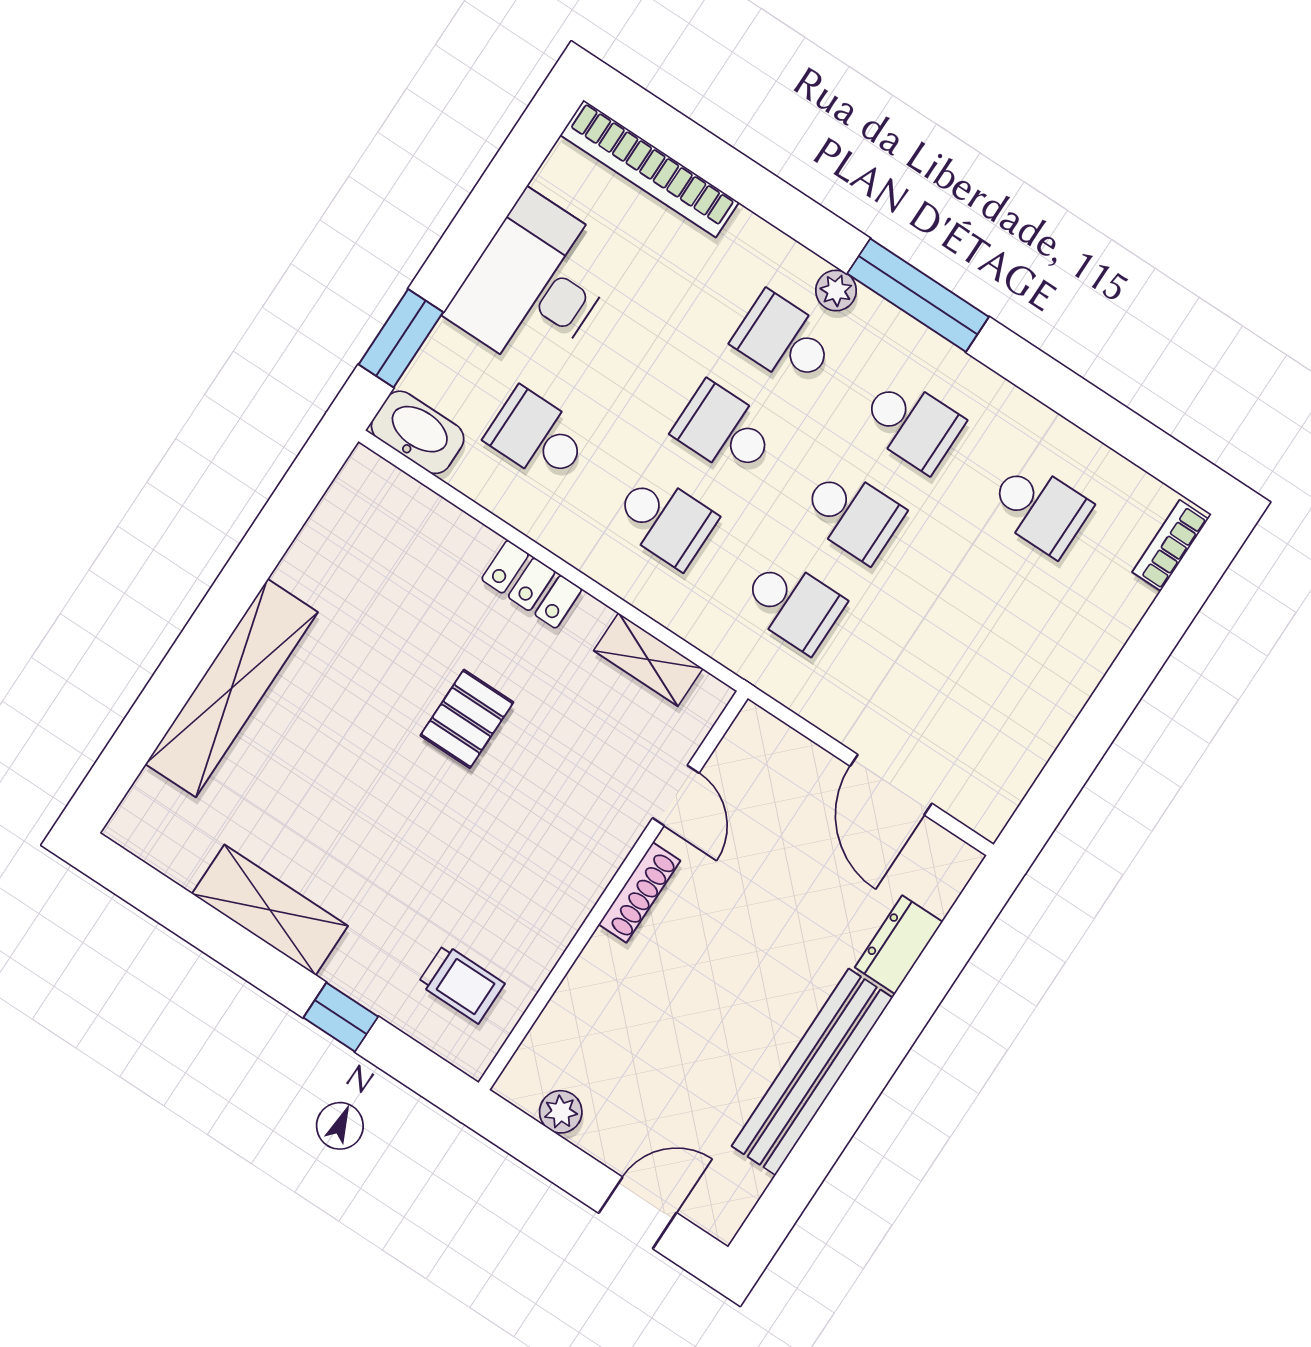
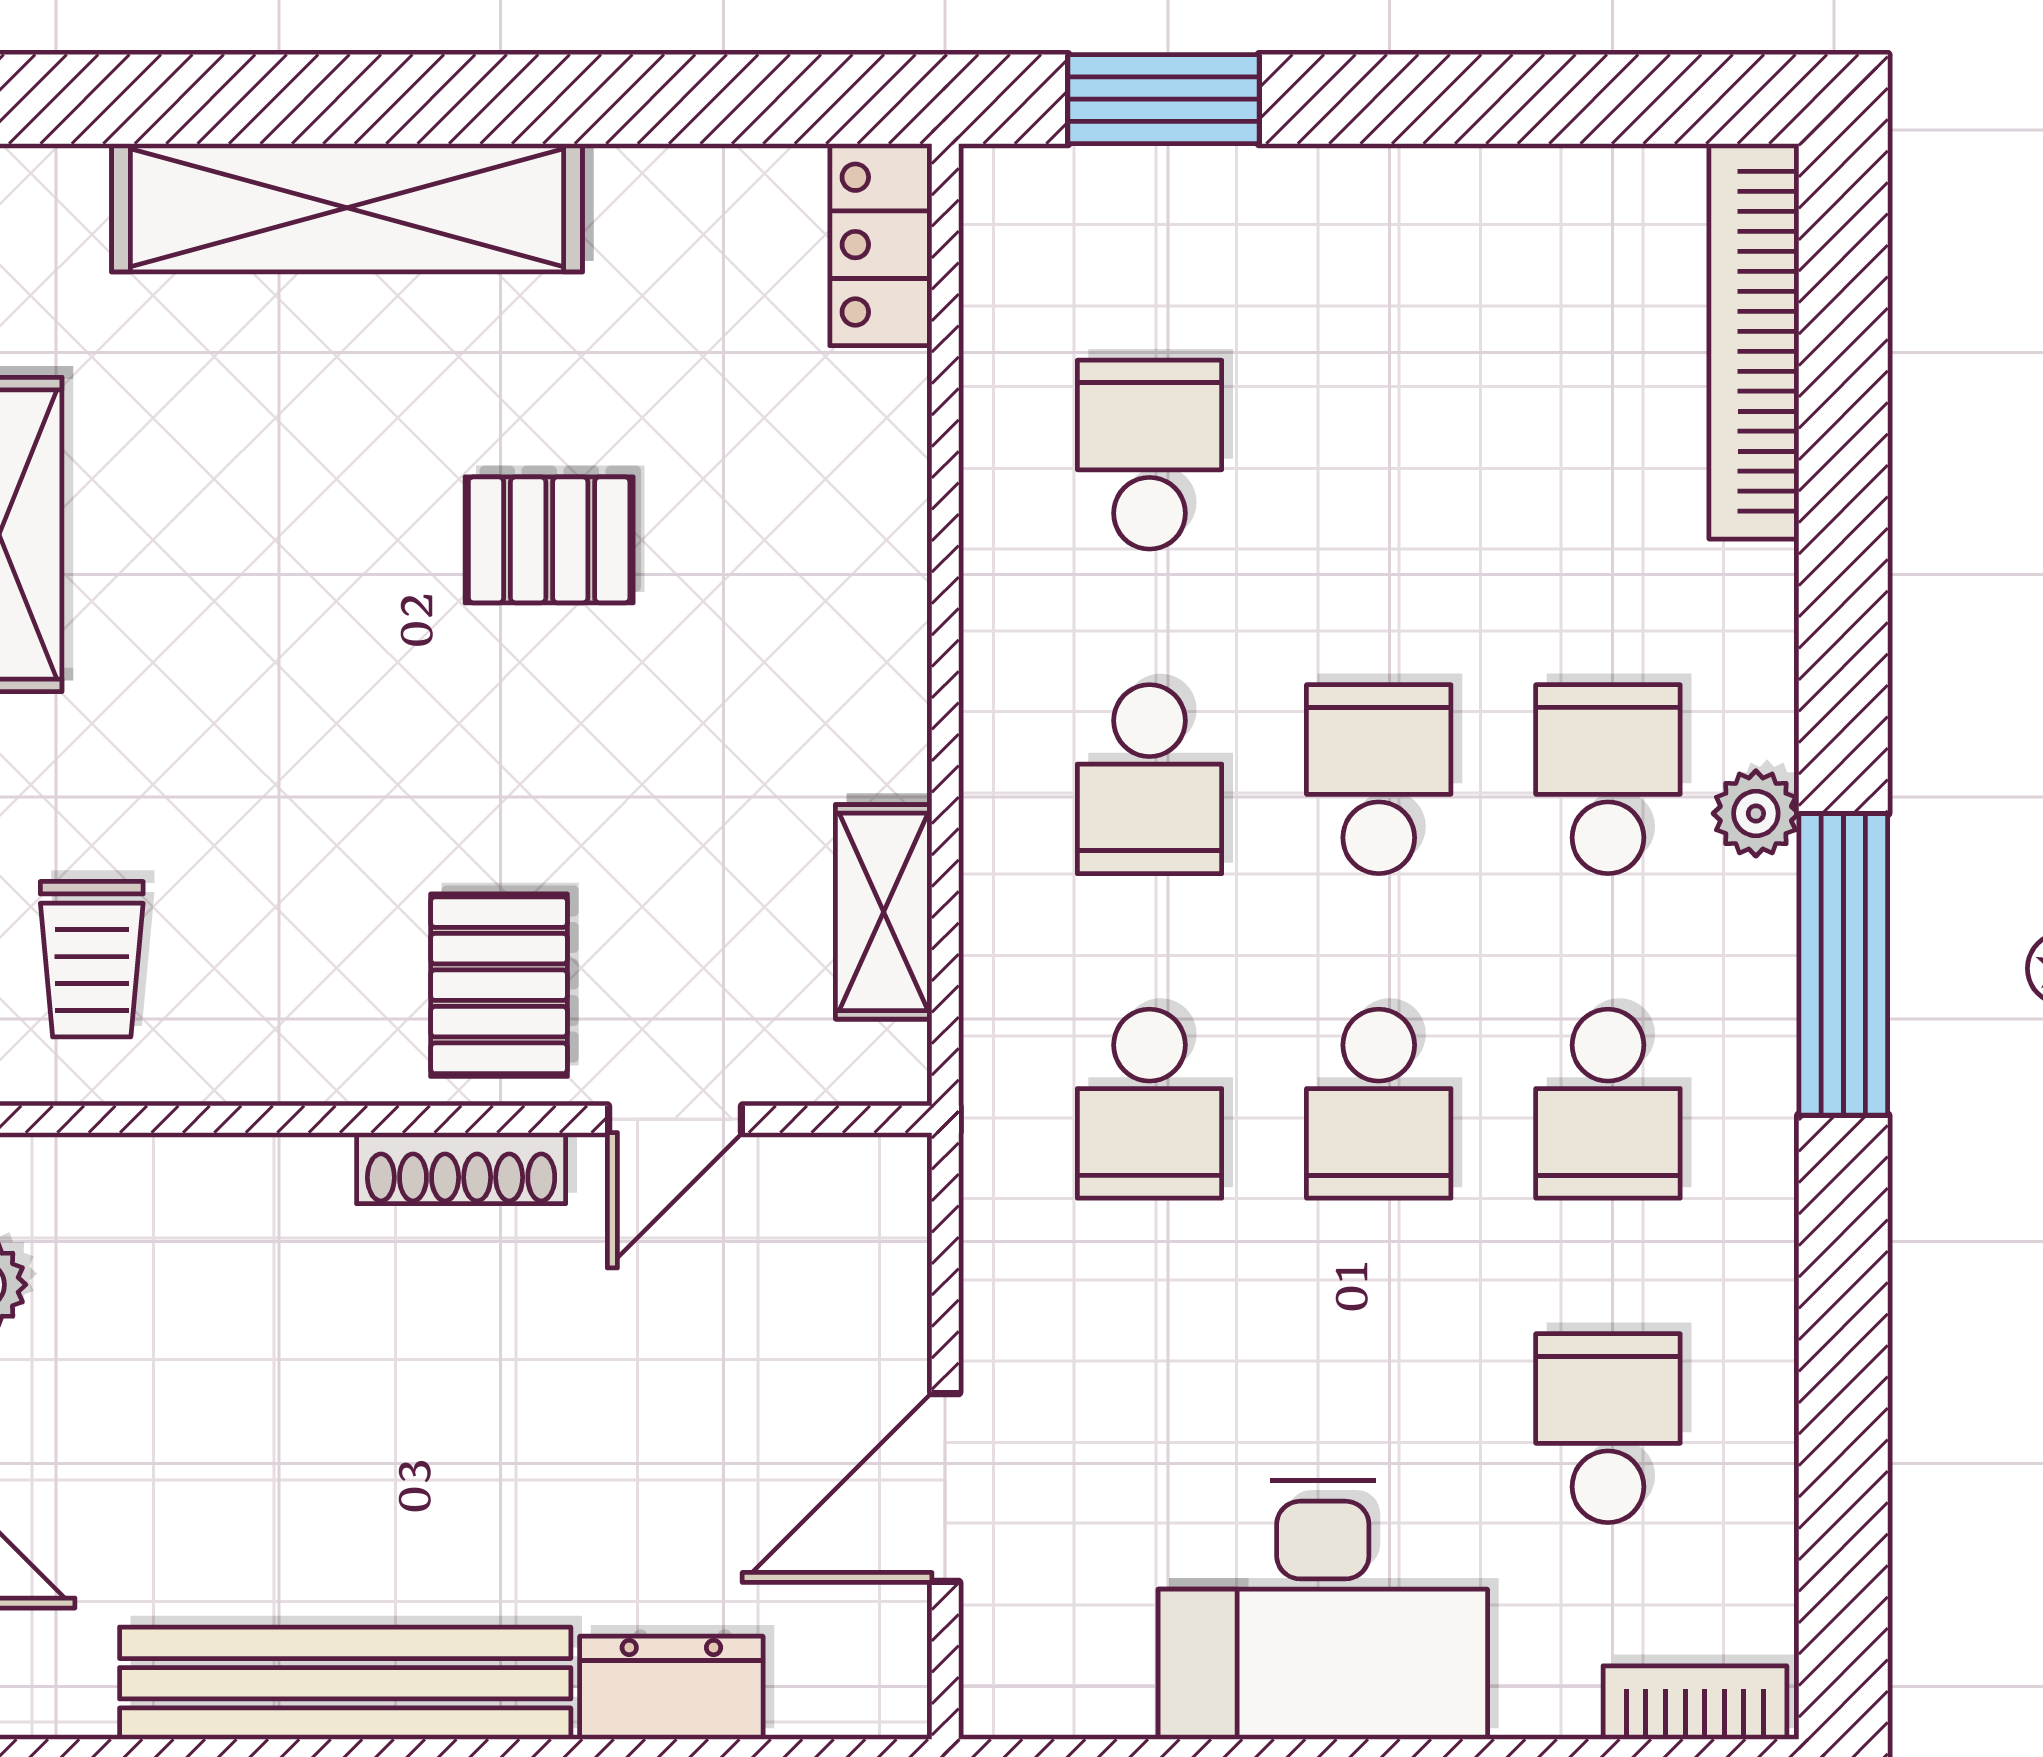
desk: (535, 284) -> (1323, 1610), moved, turned 180
washbasin: (418, 432) -> (1017, 238), removed
school desk: (1040, 508) -> (1608, 1428), turned 180
locker: (532, 584) -> (881, 245), moved
pallet: (467, 719) -> (549, 540), moved
pallet: (577, 830) -> (499, 985), added

